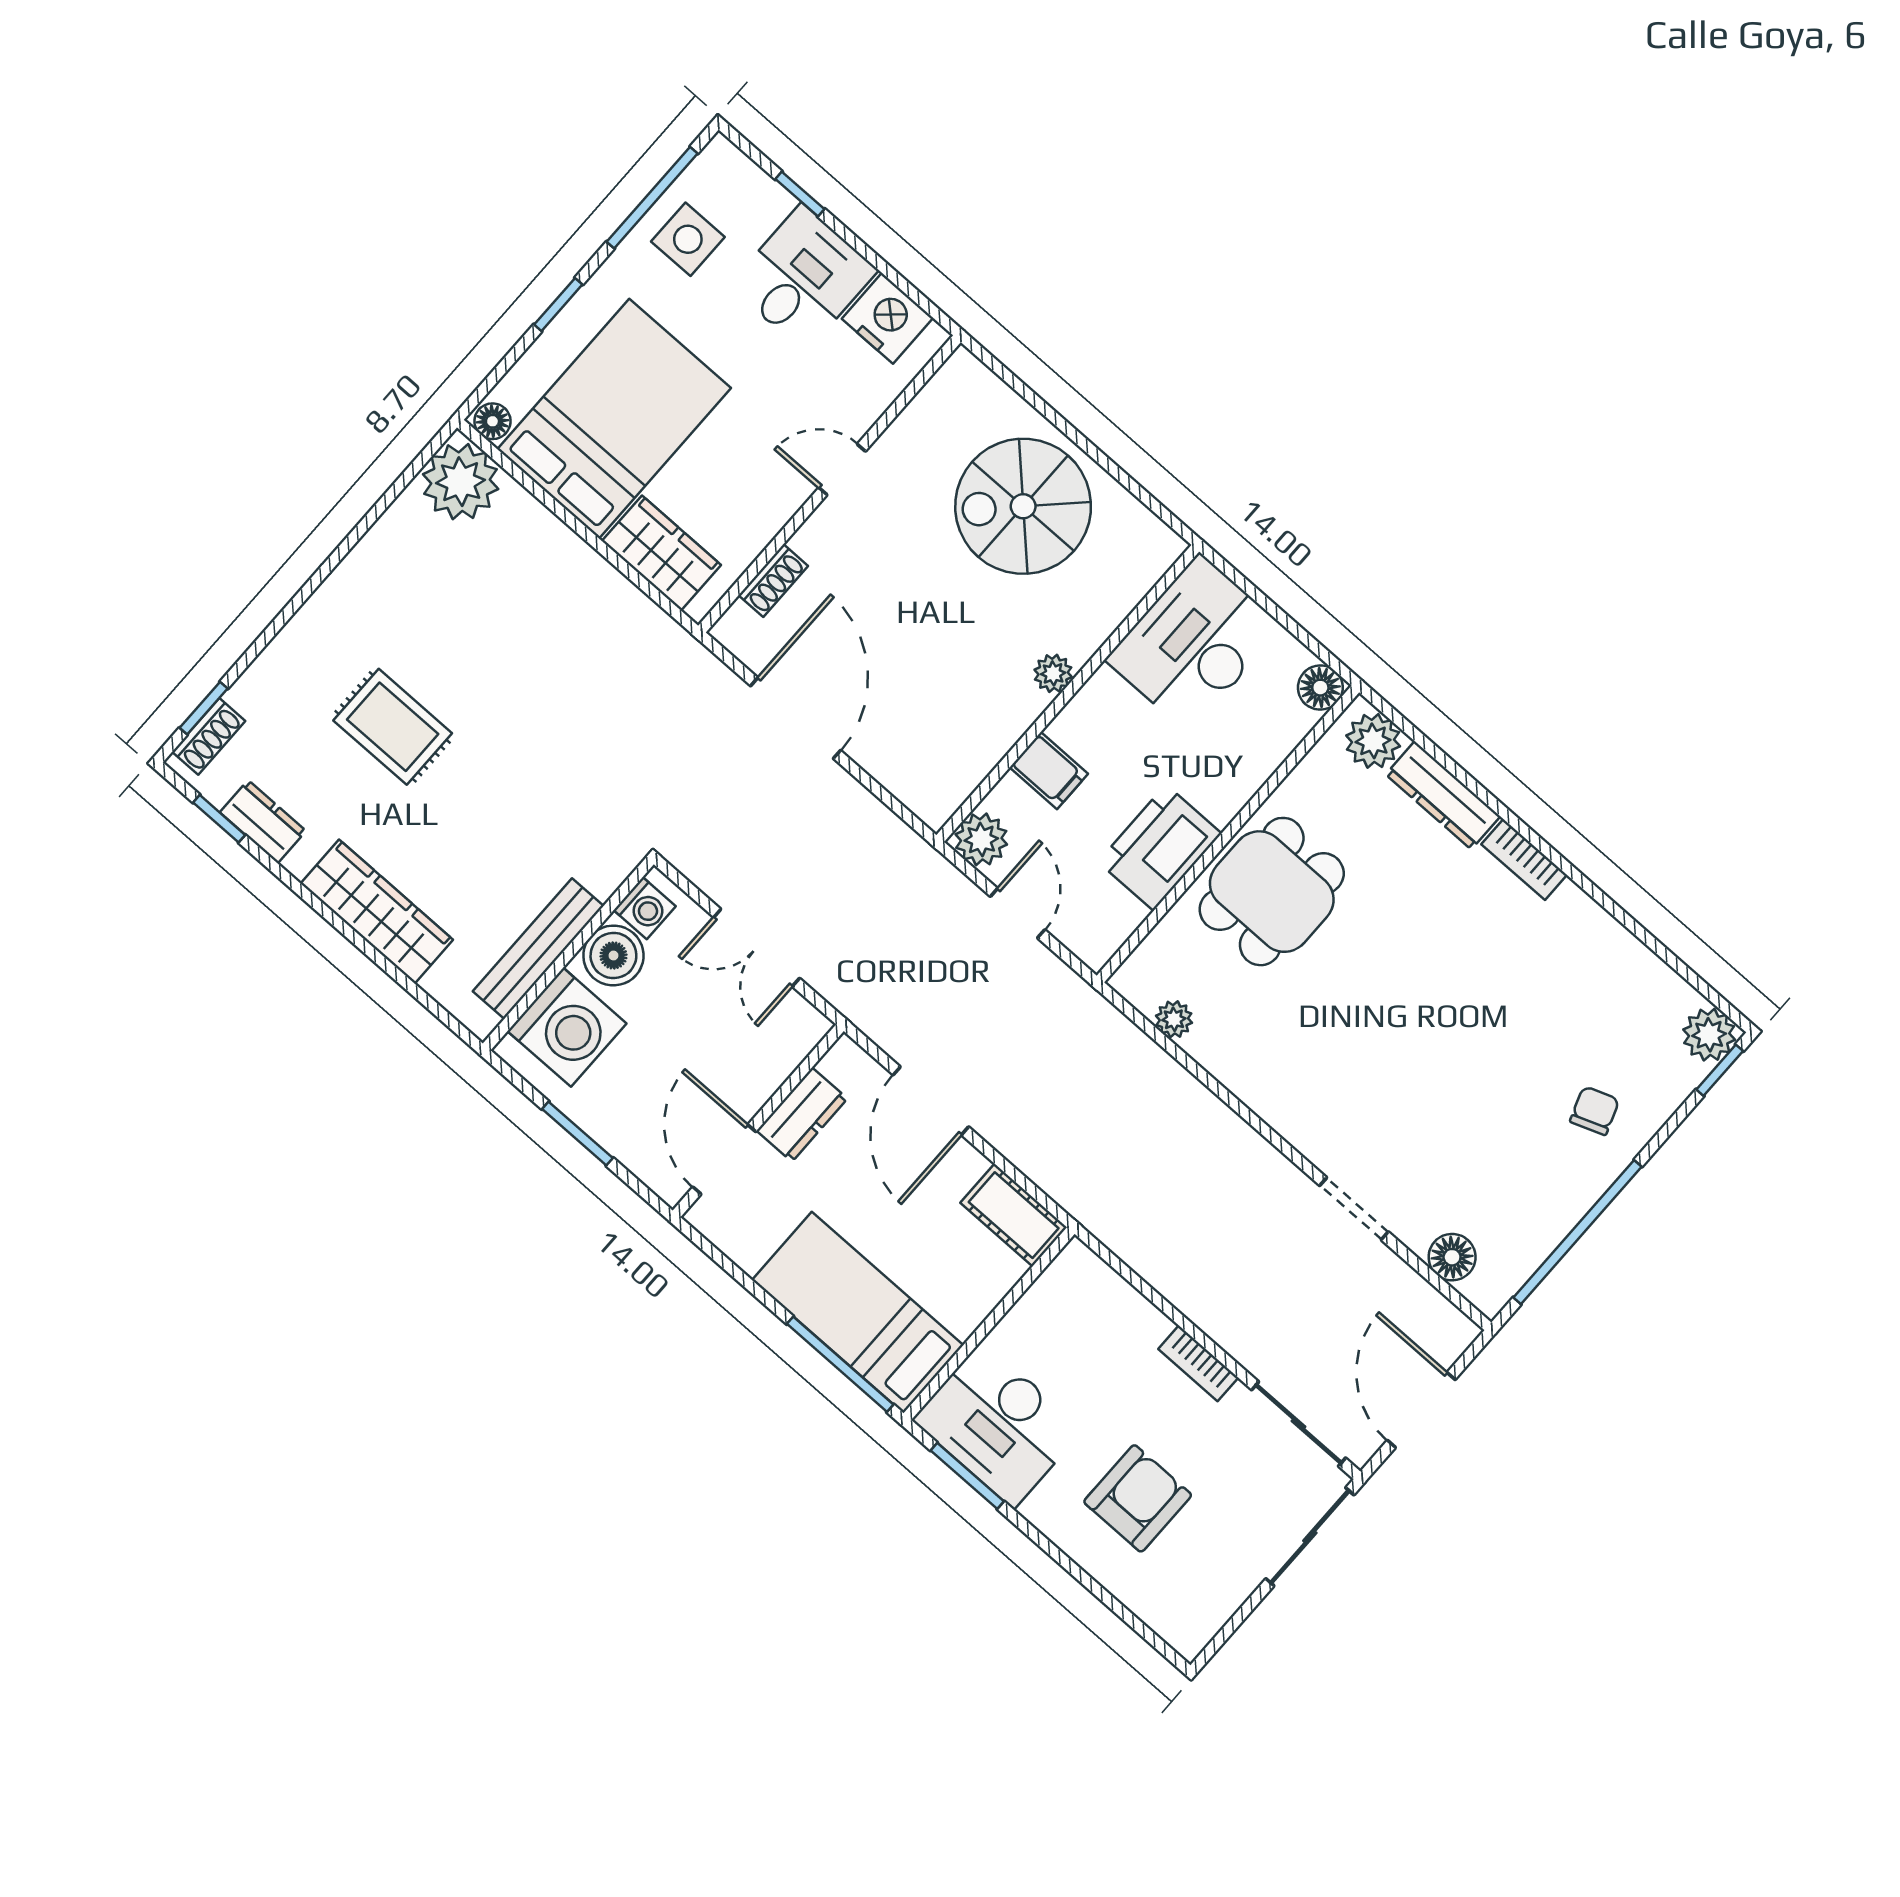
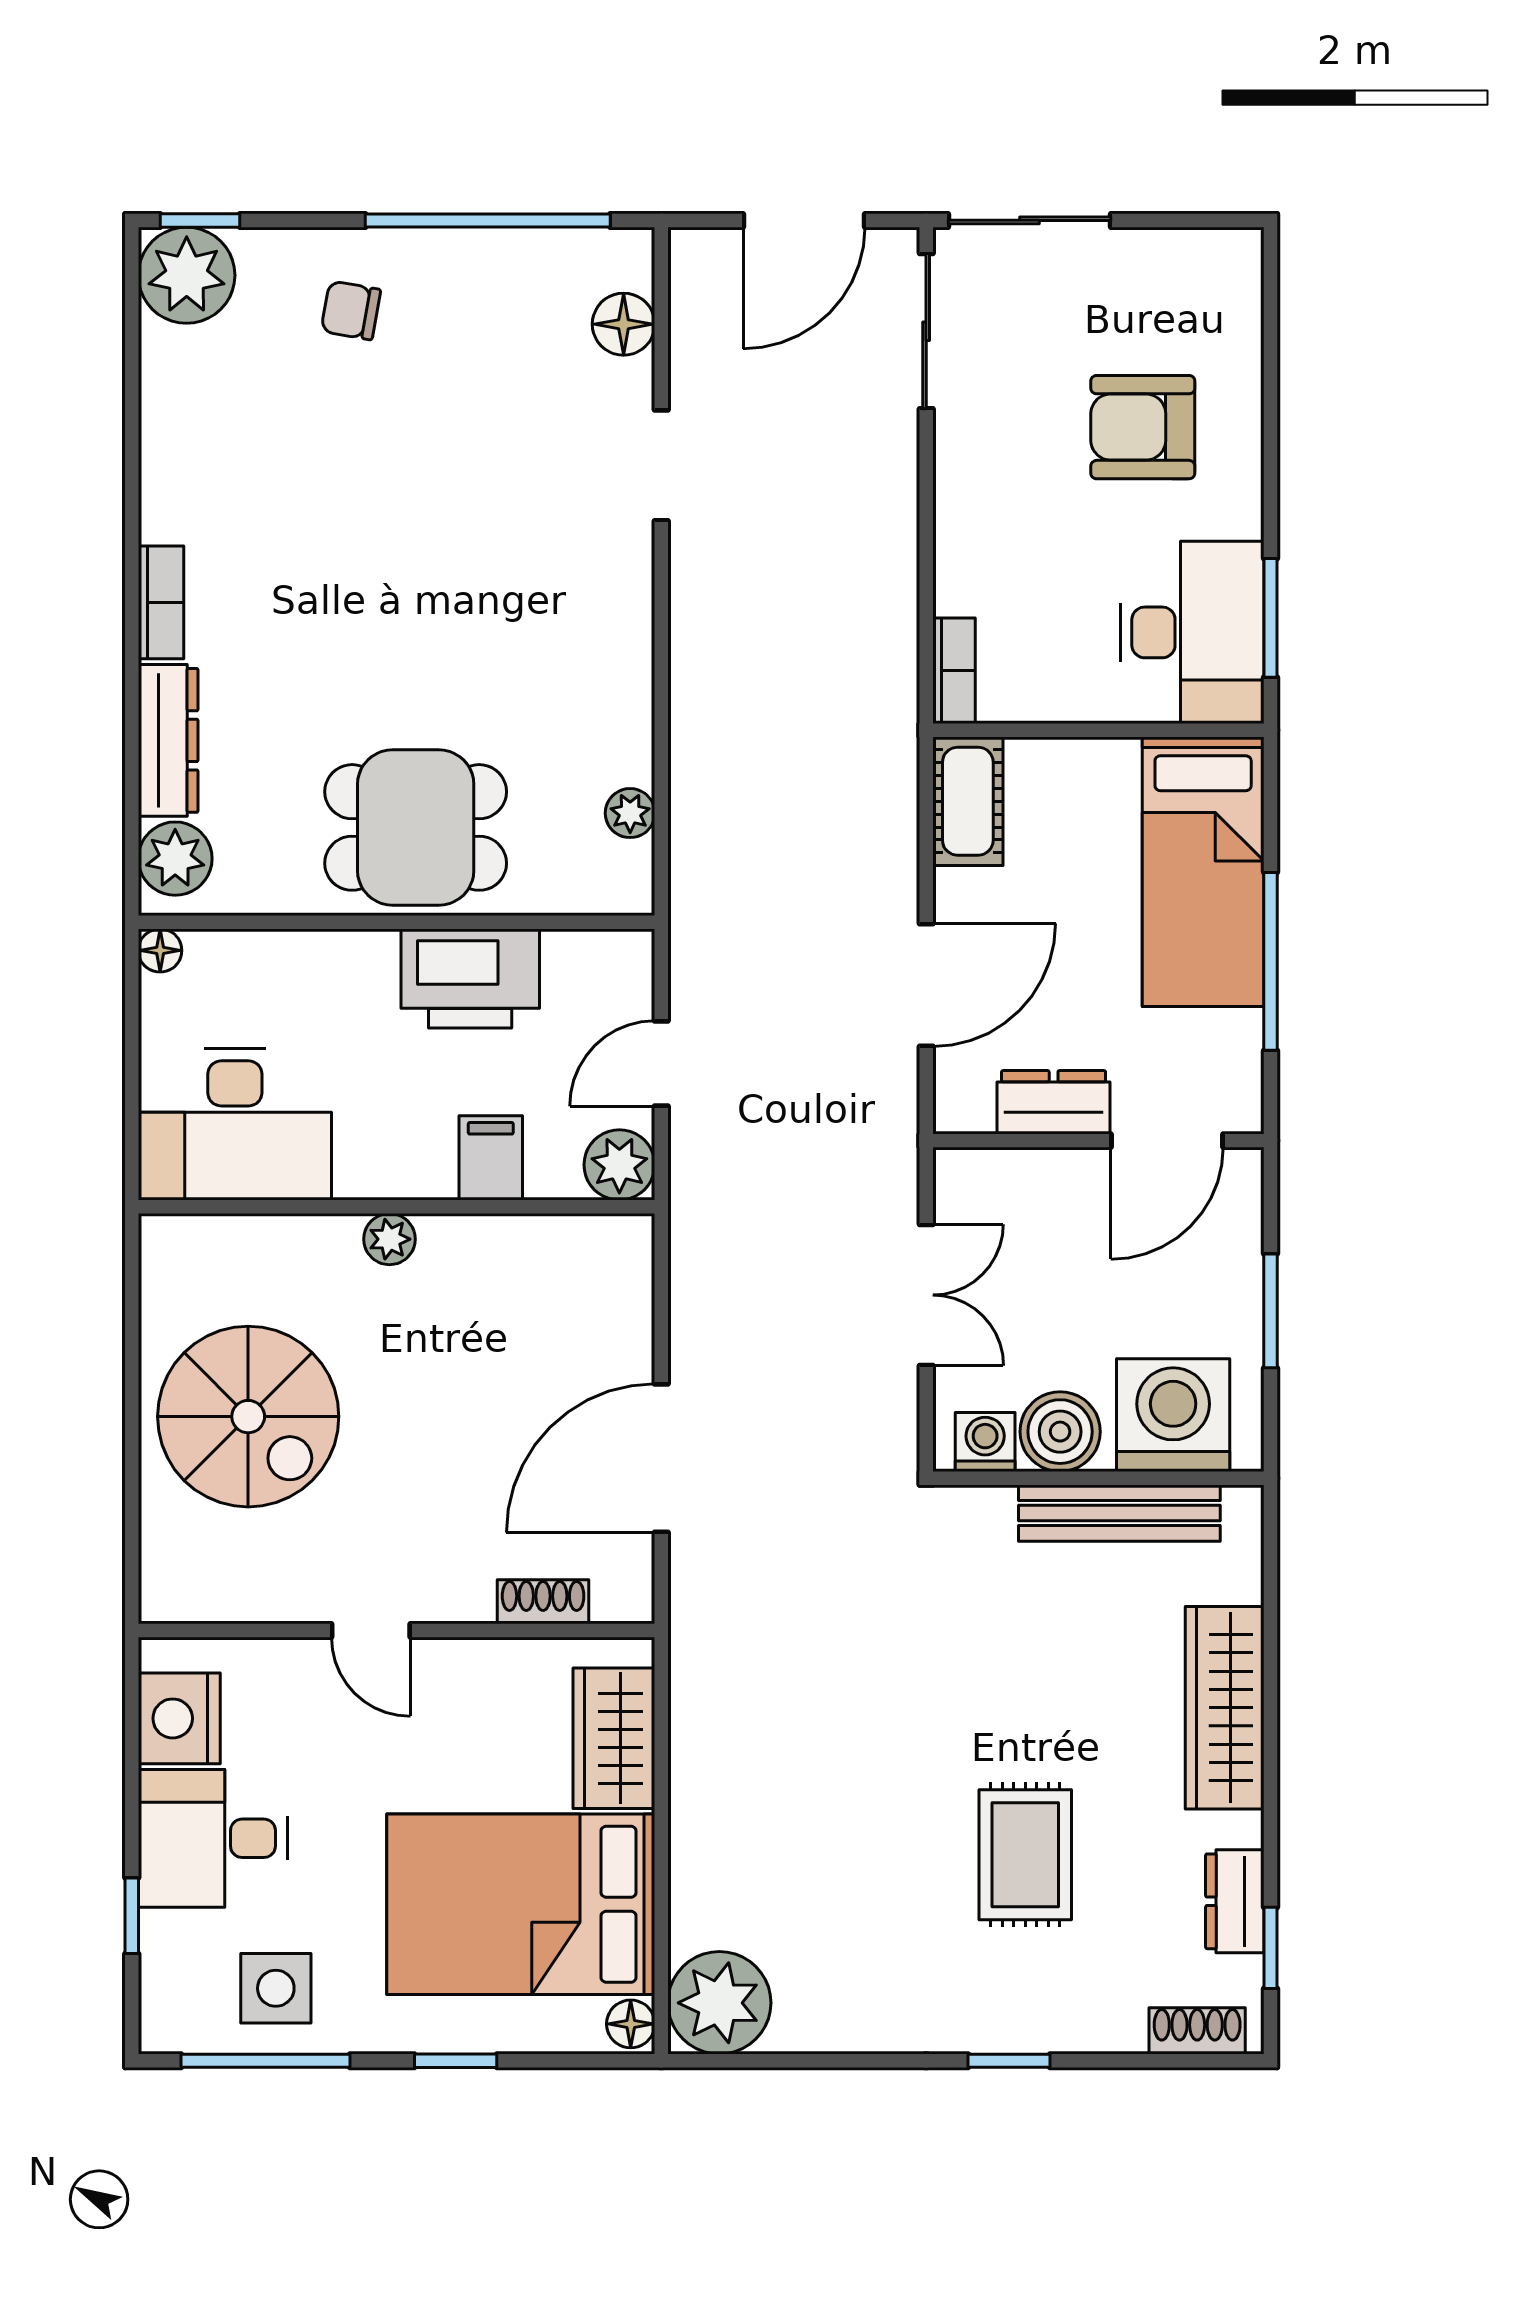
floor lamp: (1320, 688) -> (160, 950), width x0.73, depth x0.73
window: (204, 708) -> (1009, 2061), moved
plant: (1709, 1035) -> (187, 275), width x1.36, depth x1.36
chair: (1595, 1111) -> (351, 310), turned 30
bookcase: (1198, 1363) -> (954, 671), moved
window: (840, 1364) -> (1270, 961), moved

